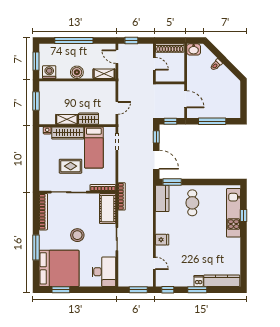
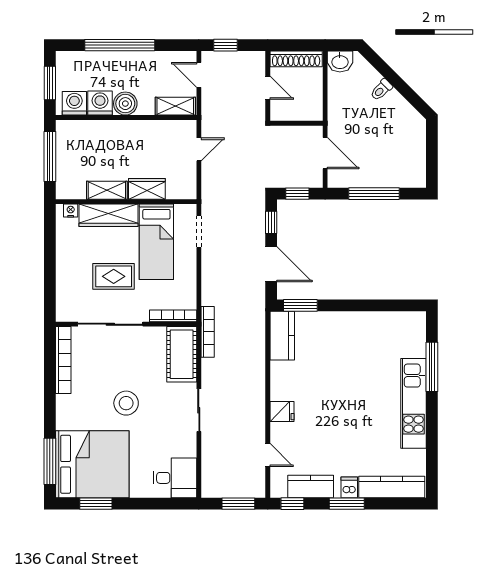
washing machine: (63, 72) -> (100, 103), added
window: (36, 101) -> (50, 156), width x1.44
door: (117, 108) -> (199, 149), moved
cafe table: (192, 203) -> (338, 344), removed
kitchen unit: (234, 213) -> (414, 403), moved
window: (244, 215) -> (432, 367), width x2.17
window: (36, 247) -> (50, 461), moved
desk: (104, 272) -> (175, 478), width x0.73
kitchen counter: (178, 280) -> (311, 487), added

